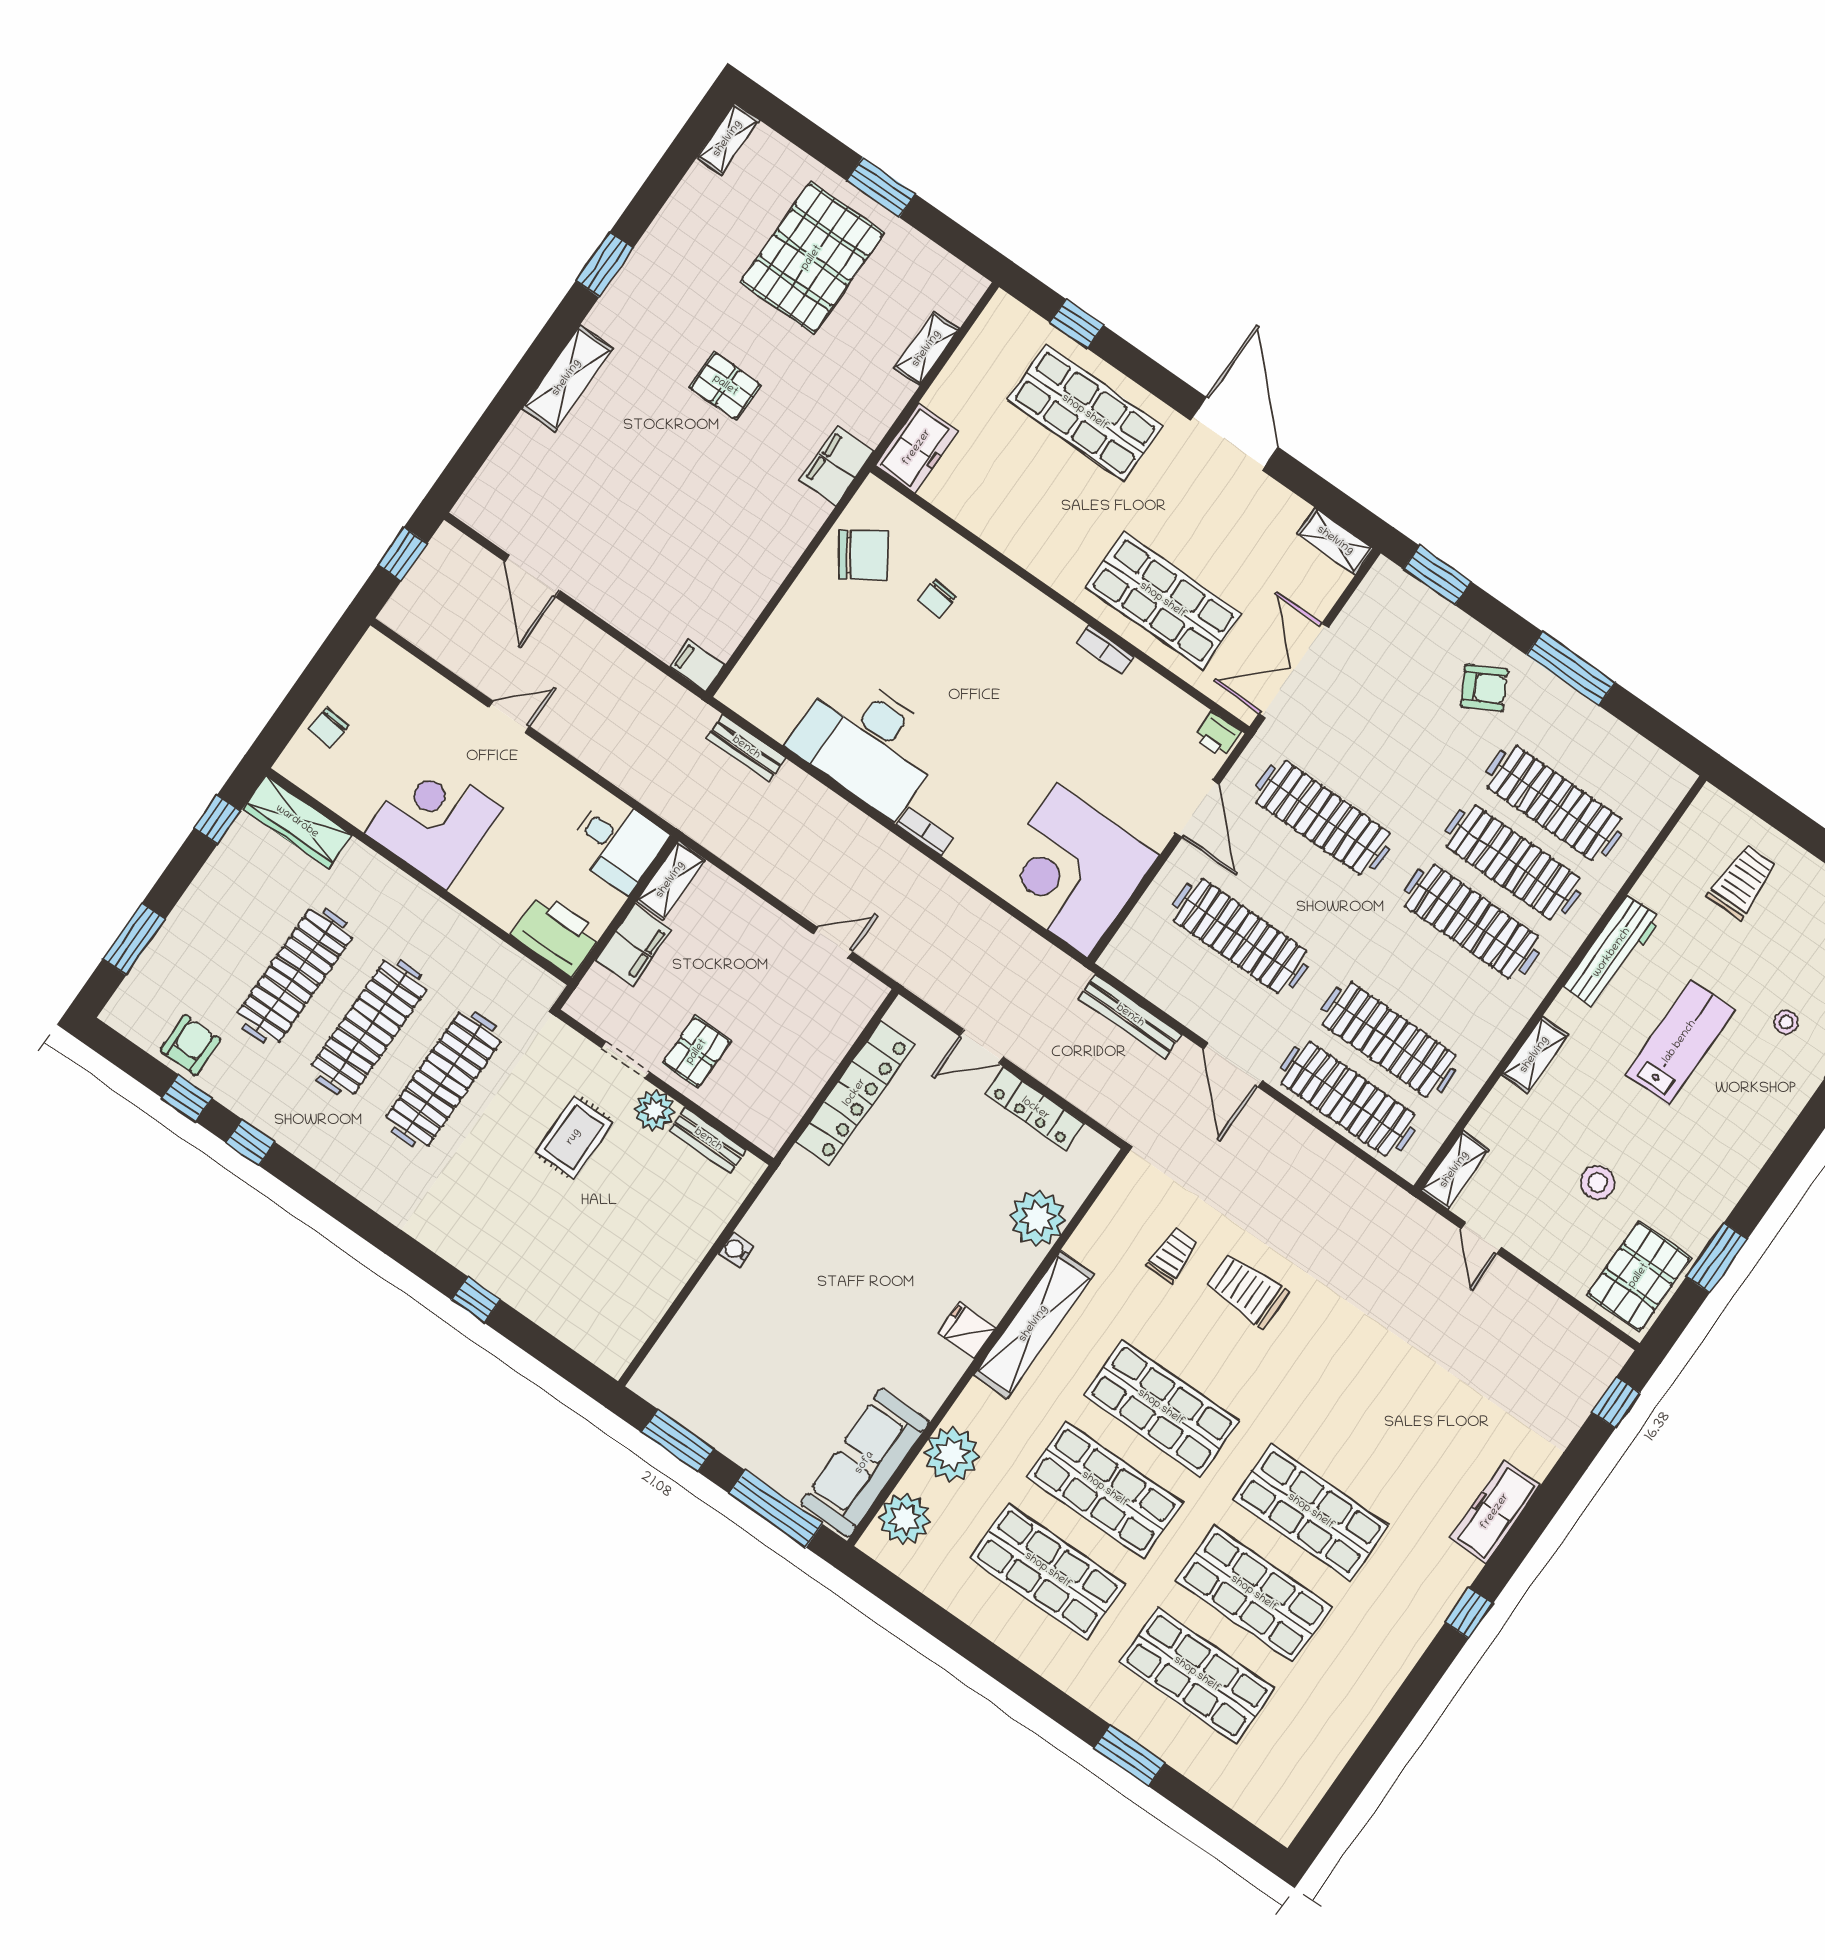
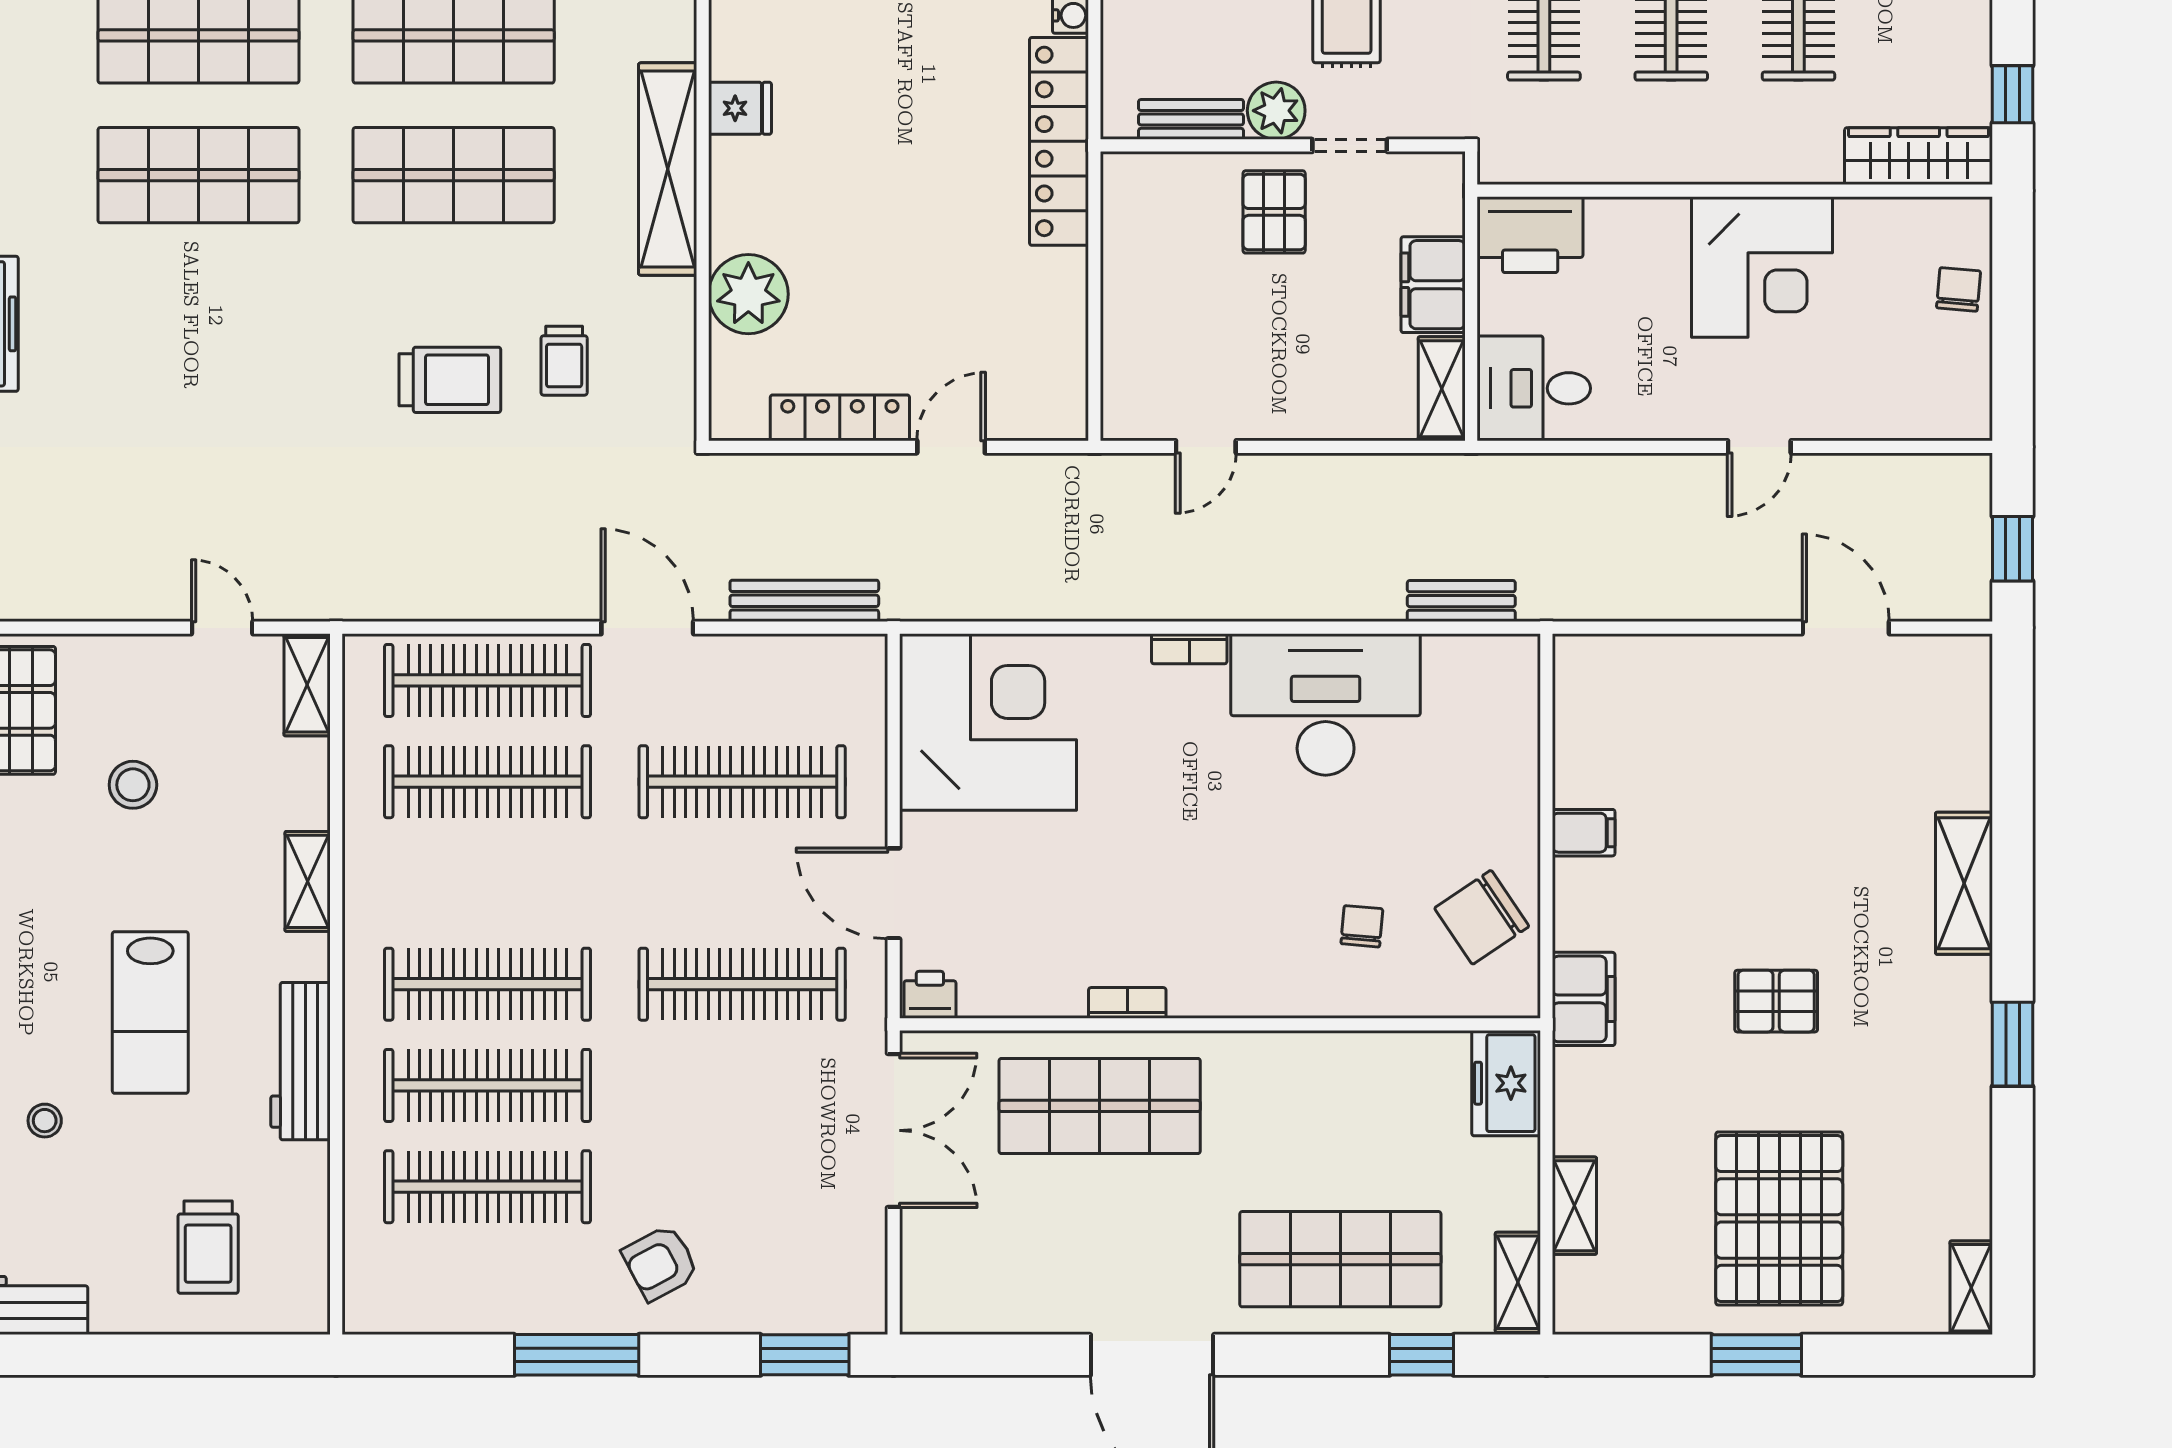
shelving: (1335, 541) -> (1518, 1282), moved, turned 90
filing cabinet: (697, 666) -> (1584, 833), moved
locker: (855, 1093) -> (1059, 141), moved

